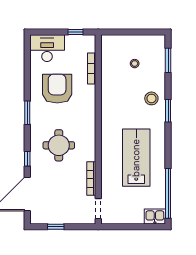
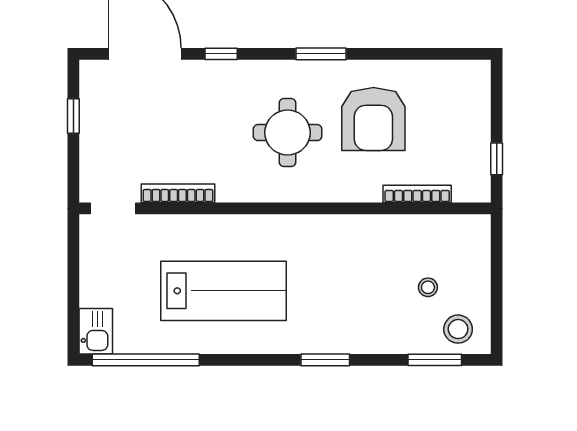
desk: (47, 48) -> (461, 97), removed
armchair: (57, 89) -> (373, 119), turned 90
stool: (151, 98) -> (458, 329), moved
round table: (59, 145) -> (288, 133), moved

